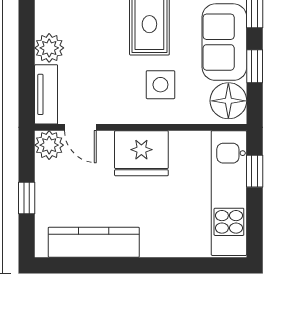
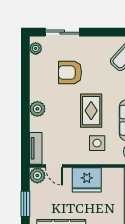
plant: (49, 48) -> (37, 109), moved
window: (27, 198) -> (25, 204), width x1.50

